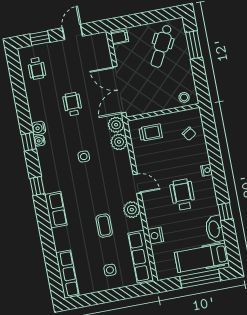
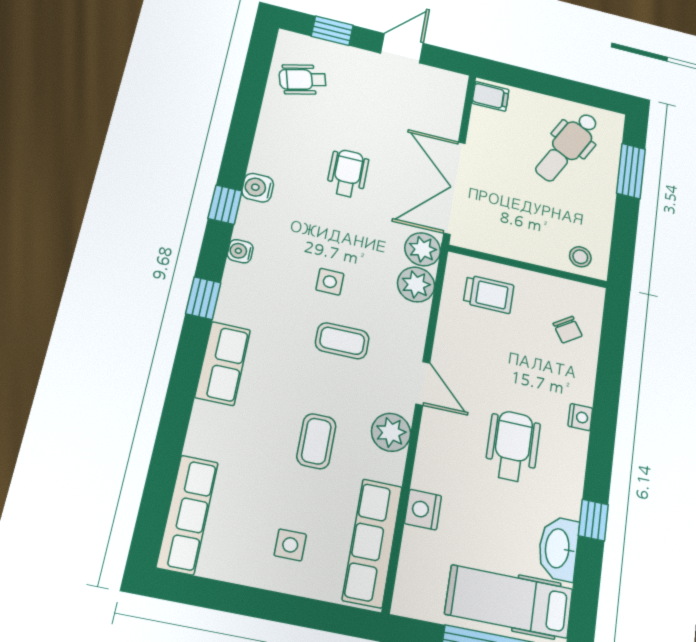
wheelchair: (37, 68) -> (303, 79), turned 75
water cooler: (40, 141) -> (240, 251), moved
coffee table: (98, 180) -> (342, 341), added

